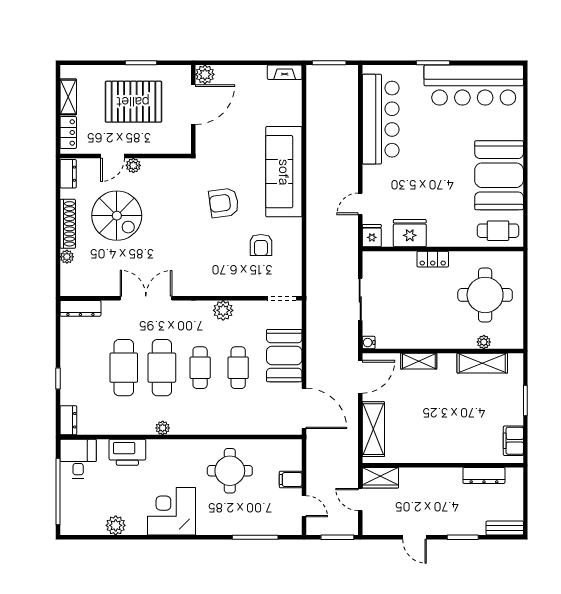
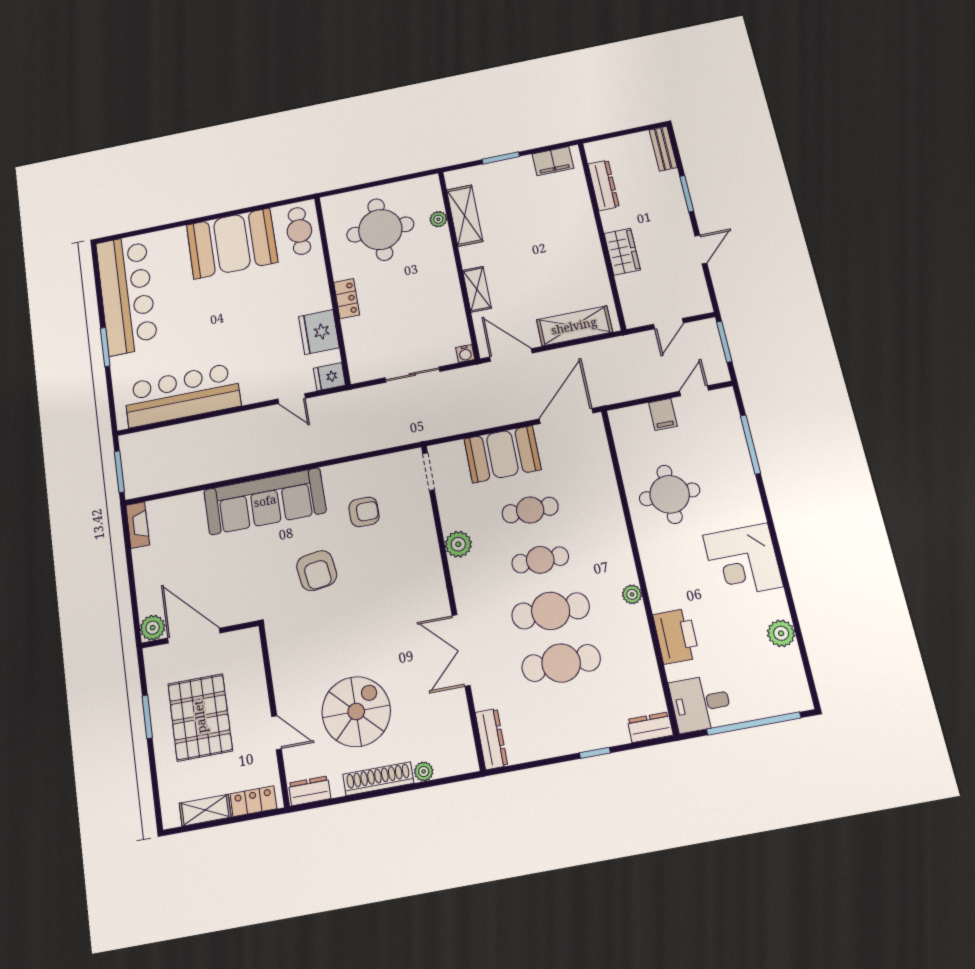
plant: (133, 165) -> (285, 702), removed
wardrobe: (380, 478) -> (622, 252), moved

